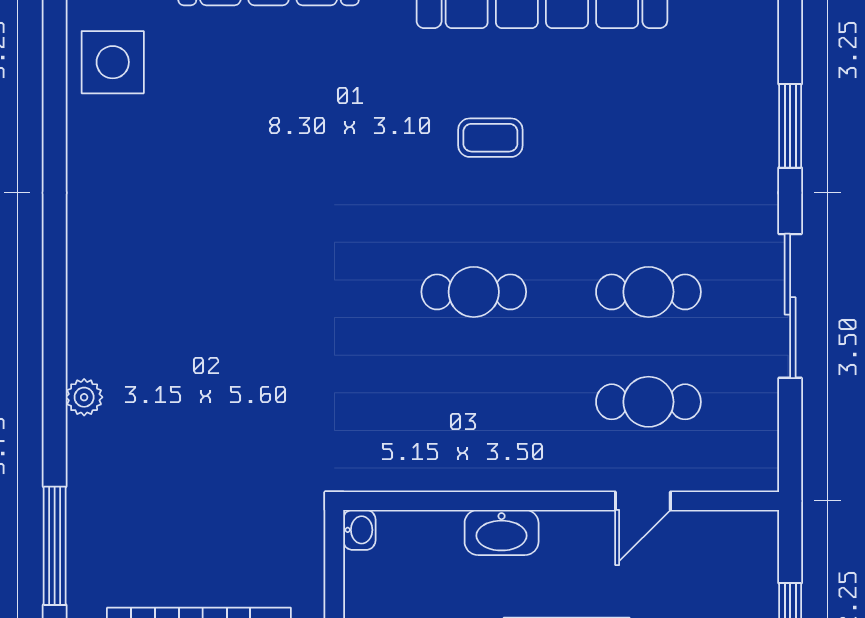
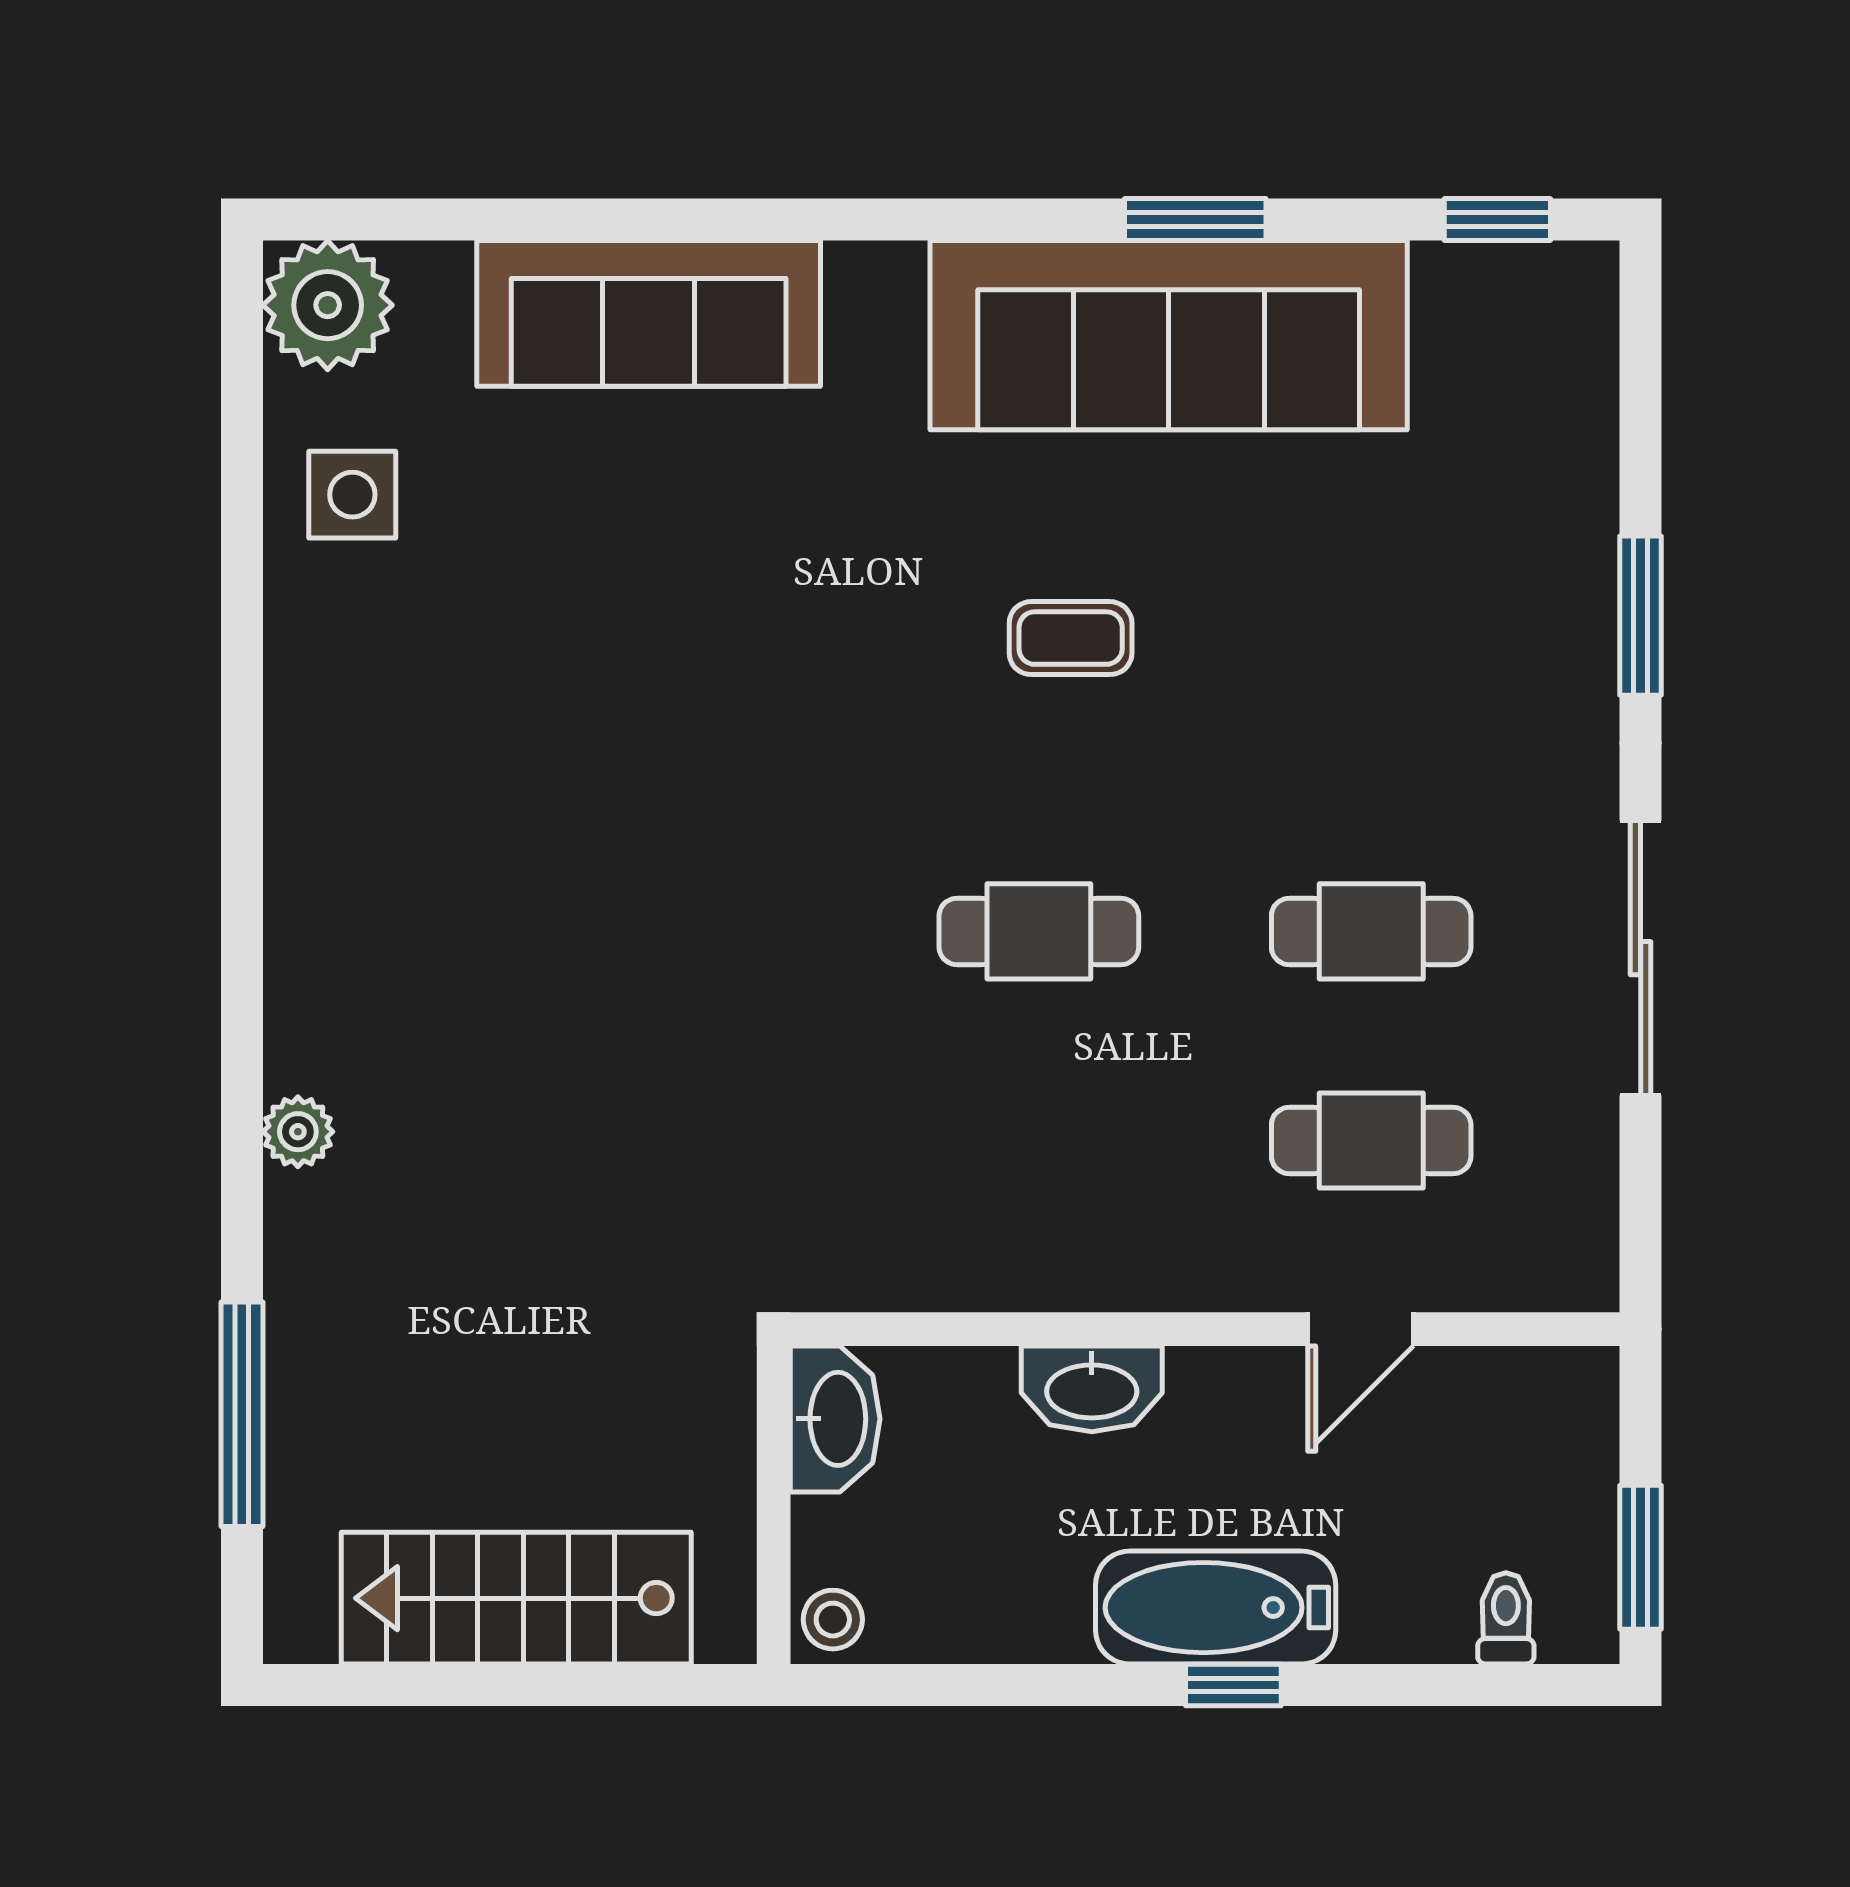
side table: (113, 62) -> (352, 495), width x0.73, depth x0.73
washbasin: (359, 530) -> (835, 1419), width x1.91, depth x1.45

